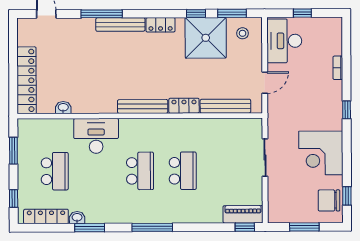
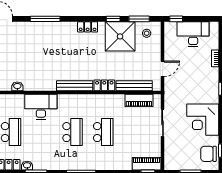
window: (302, 13) -> (176, 19), moved
bench: (120, 25) -> (59, 27), removed
desk: (284, 41) -> (193, 34), moved, turned 90
piano: (232, 127) -> (139, 100), added

